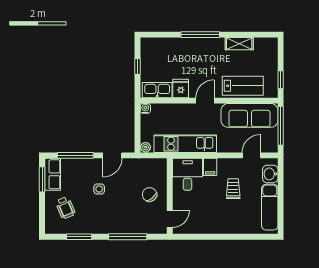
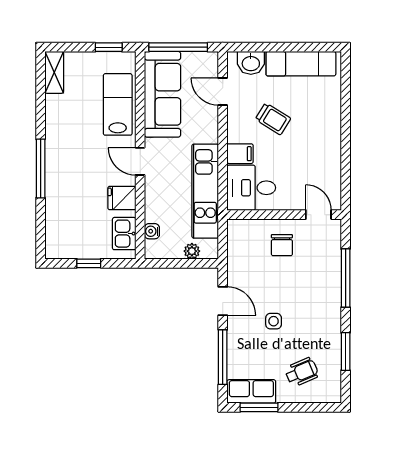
shelving: (239, 44) -> (54, 72), moved
kitchen sink: (157, 90) -> (124, 234), width x0.73
water cooler: (145, 108) -> (152, 231), moved
plant: (146, 147) -> (192, 251), moved
trolley: (233, 189) -> (273, 119), turned -148
chair: (150, 195) -> (282, 245), turned -50

